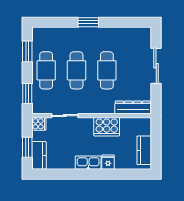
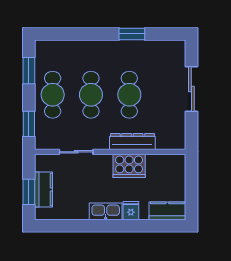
window: (88, 22) -> (132, 34), moved
dresser: (133, 107) -> (132, 142), moved
cooker: (39, 124) -> (43, 162), removed
kitchen counter: (144, 150) -> (167, 211), moved, turned 90
kitchen counter: (39, 155) -> (44, 190), moved

